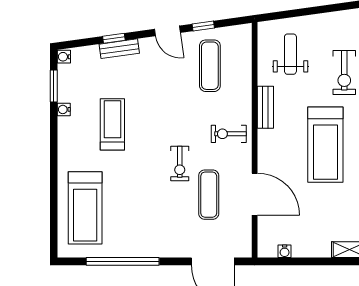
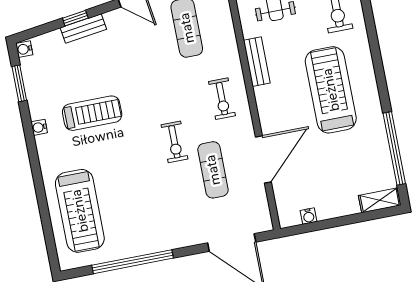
water cooler: (64, 109) -> (39, 127), moved
treadmill: (112, 124) -> (92, 113), turned 90
exercise bike: (229, 134) -> (222, 99), turned -90
treadmill: (325, 145) -> (331, 90), turned 180
door: (255, 194) -> (263, 159), hinge flipped

